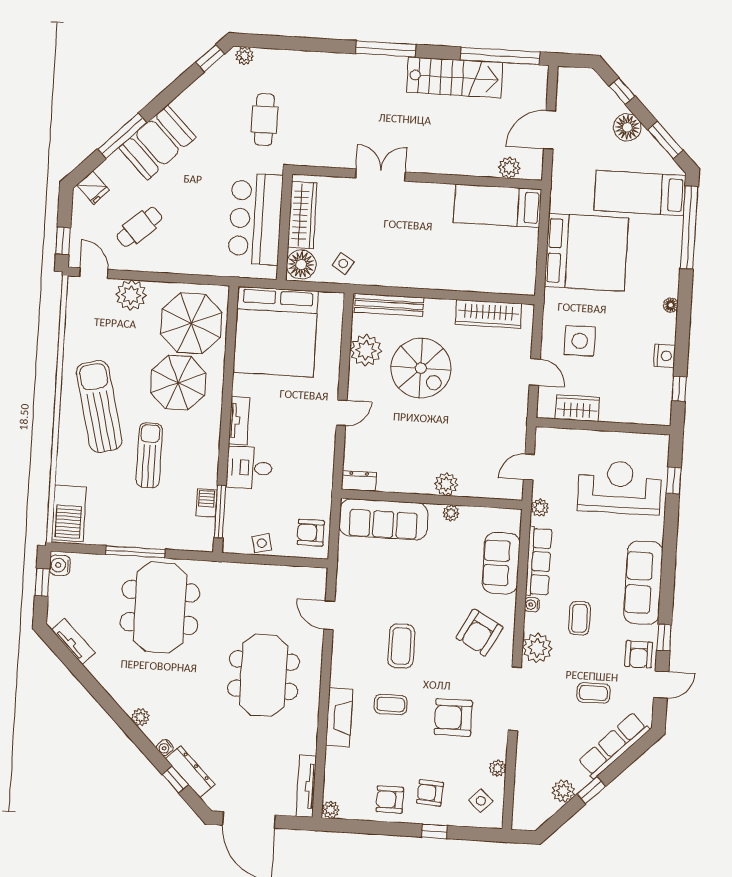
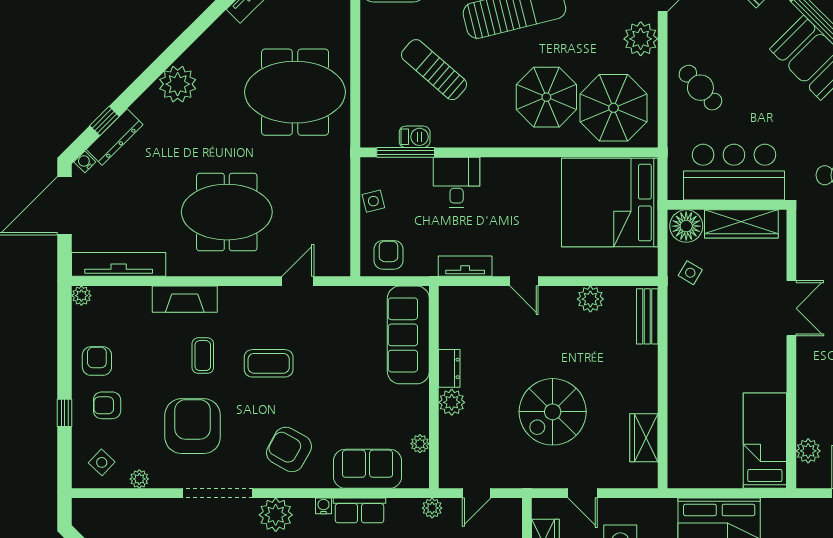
cafe table: (139, 227) -> (700, 88), moved
bench: (389, 305) -> (647, 316), width x0.73
wardrobe: (488, 314) -> (644, 438), width x0.67
plant: (366, 350) -> (590, 299), width x0.73, depth x0.73
spiral stairs: (421, 368) -> (553, 412), moved
door: (535, 372) -> (583, 493), hinge flipped
tv unit: (239, 421) -> (465, 266), moved, turned 180
sun lounger: (149, 455) -> (434, 70), moved, turned -139
door: (529, 467) -> (477, 493), swing flipped
dresser: (359, 481) -> (449, 368), moved
plant: (451, 513) -> (420, 444), moved
window: (135, 552) -> (355, 61), removed
row of seats: (539, 561) -> (359, 510), width x0.68
plant: (140, 717) -> (178, 84), width x1.88, depth x1.88
armchair: (453, 717) -> (193, 426), width x1.36, depth x1.36
water cooler: (165, 748) -> (85, 162), moved
tv unit: (306, 786) -> (119, 264), width x1.36, depth x1.29
armchair: (430, 793) -> (107, 405), turned -94

